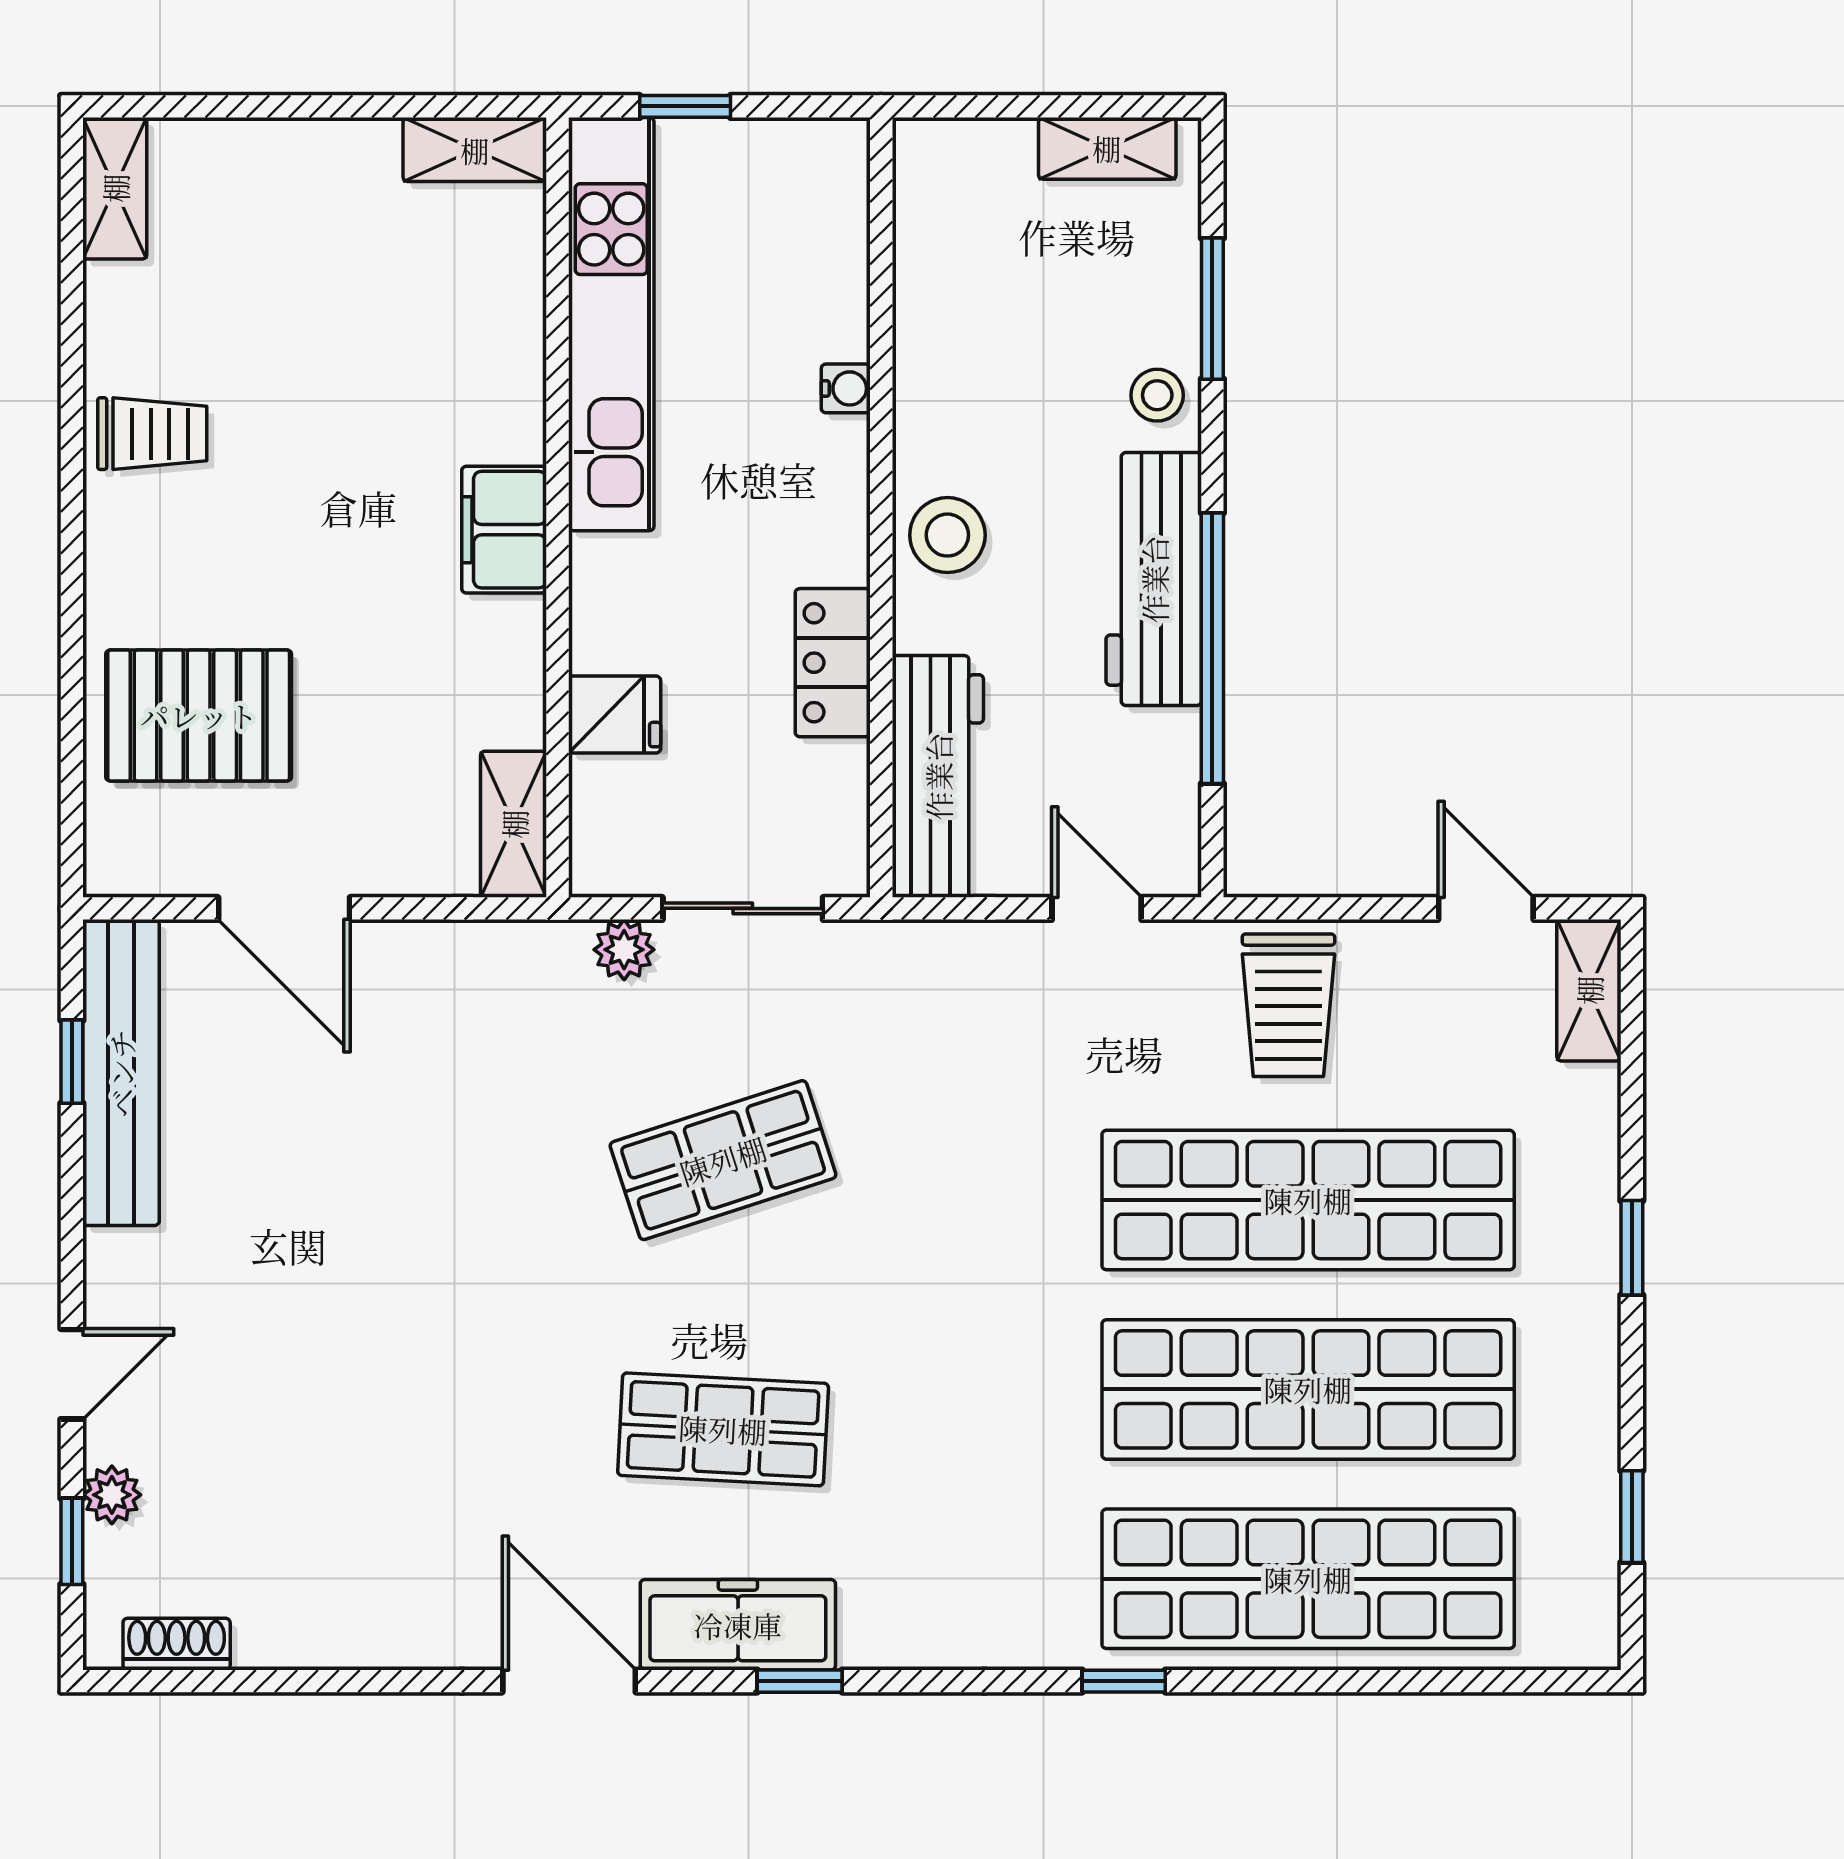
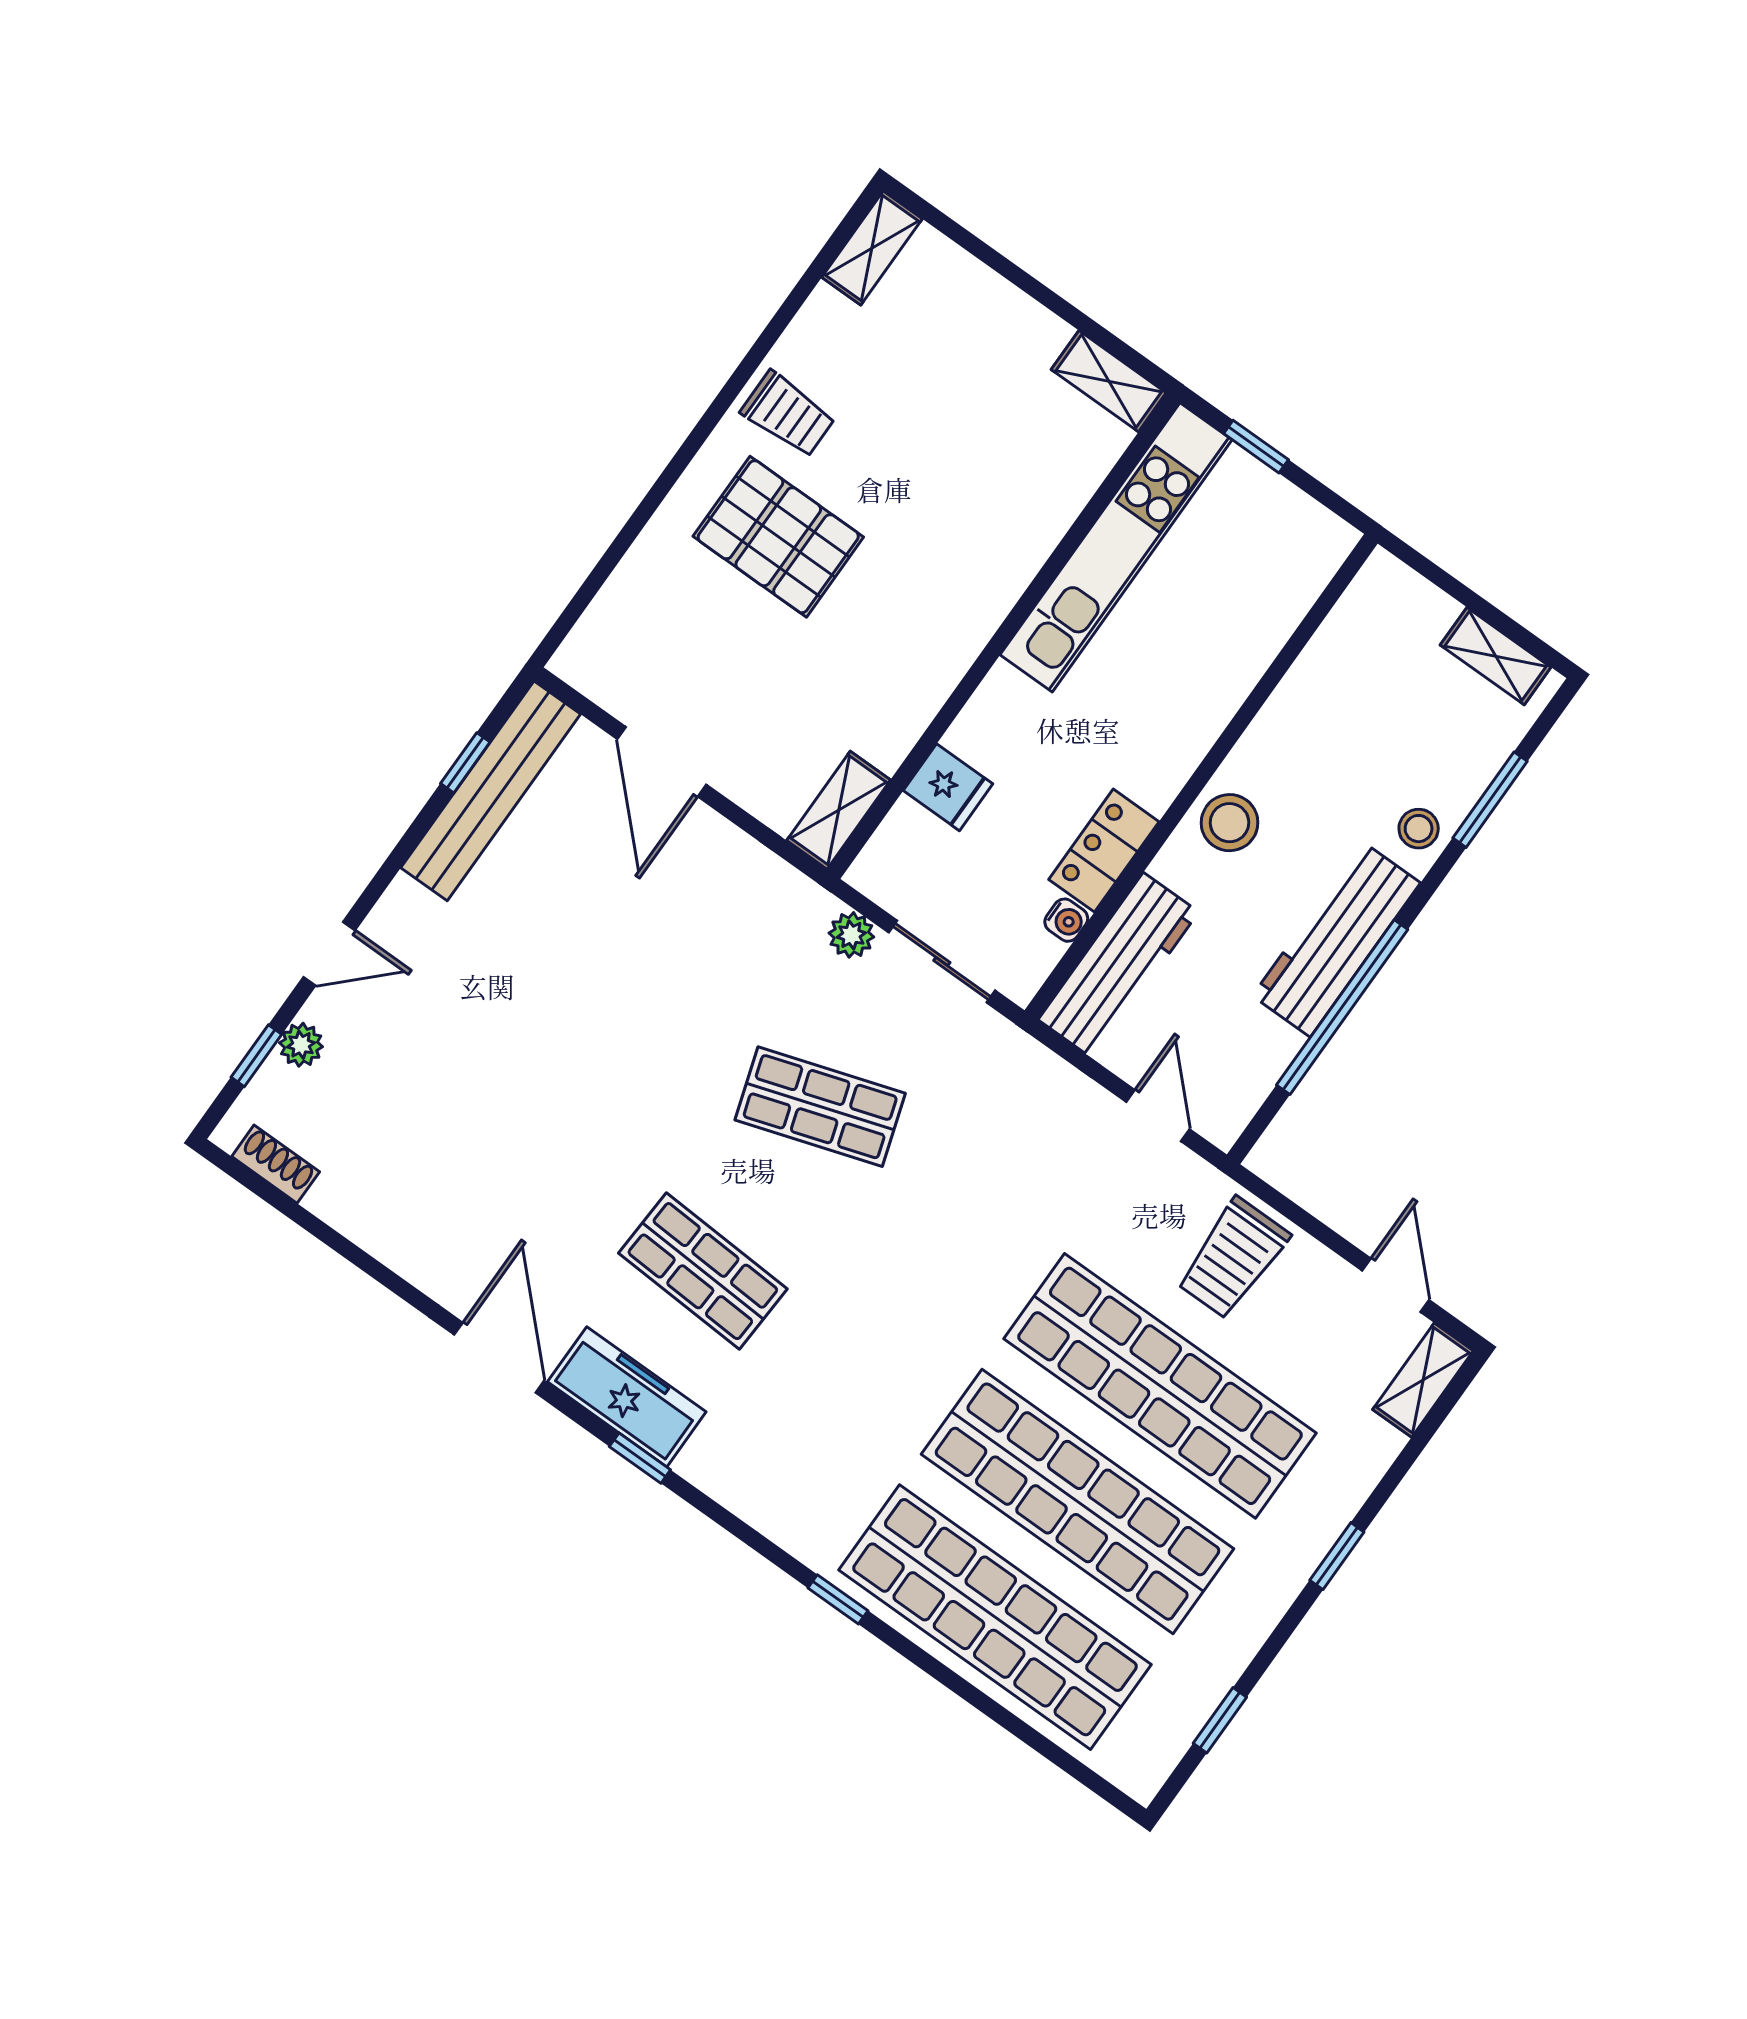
water cooler: (846, 388) -> (1066, 920), moved
filing cabinet: (504, 530) -> (961, 626), removed
pallet: (199, 715) -> (778, 537), moved

